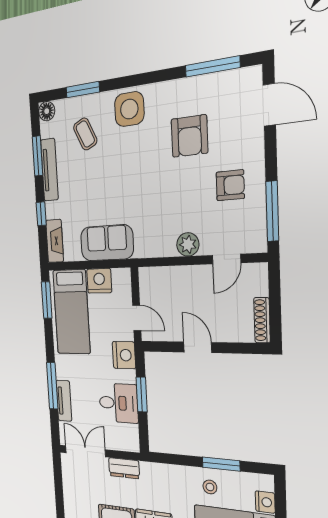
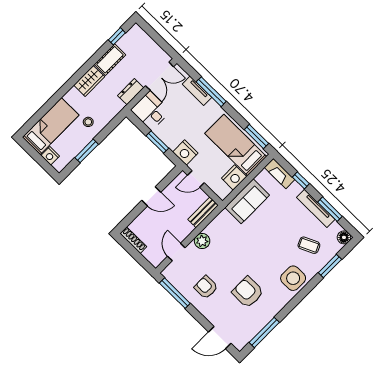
armchair: (230, 185) -> (206, 287), turned 90
bench: (160, 275) -> (203, 212), added
desk: (118, 403) -> (151, 111), moved, turned 90
stool: (210, 487) -> (88, 122), moved

